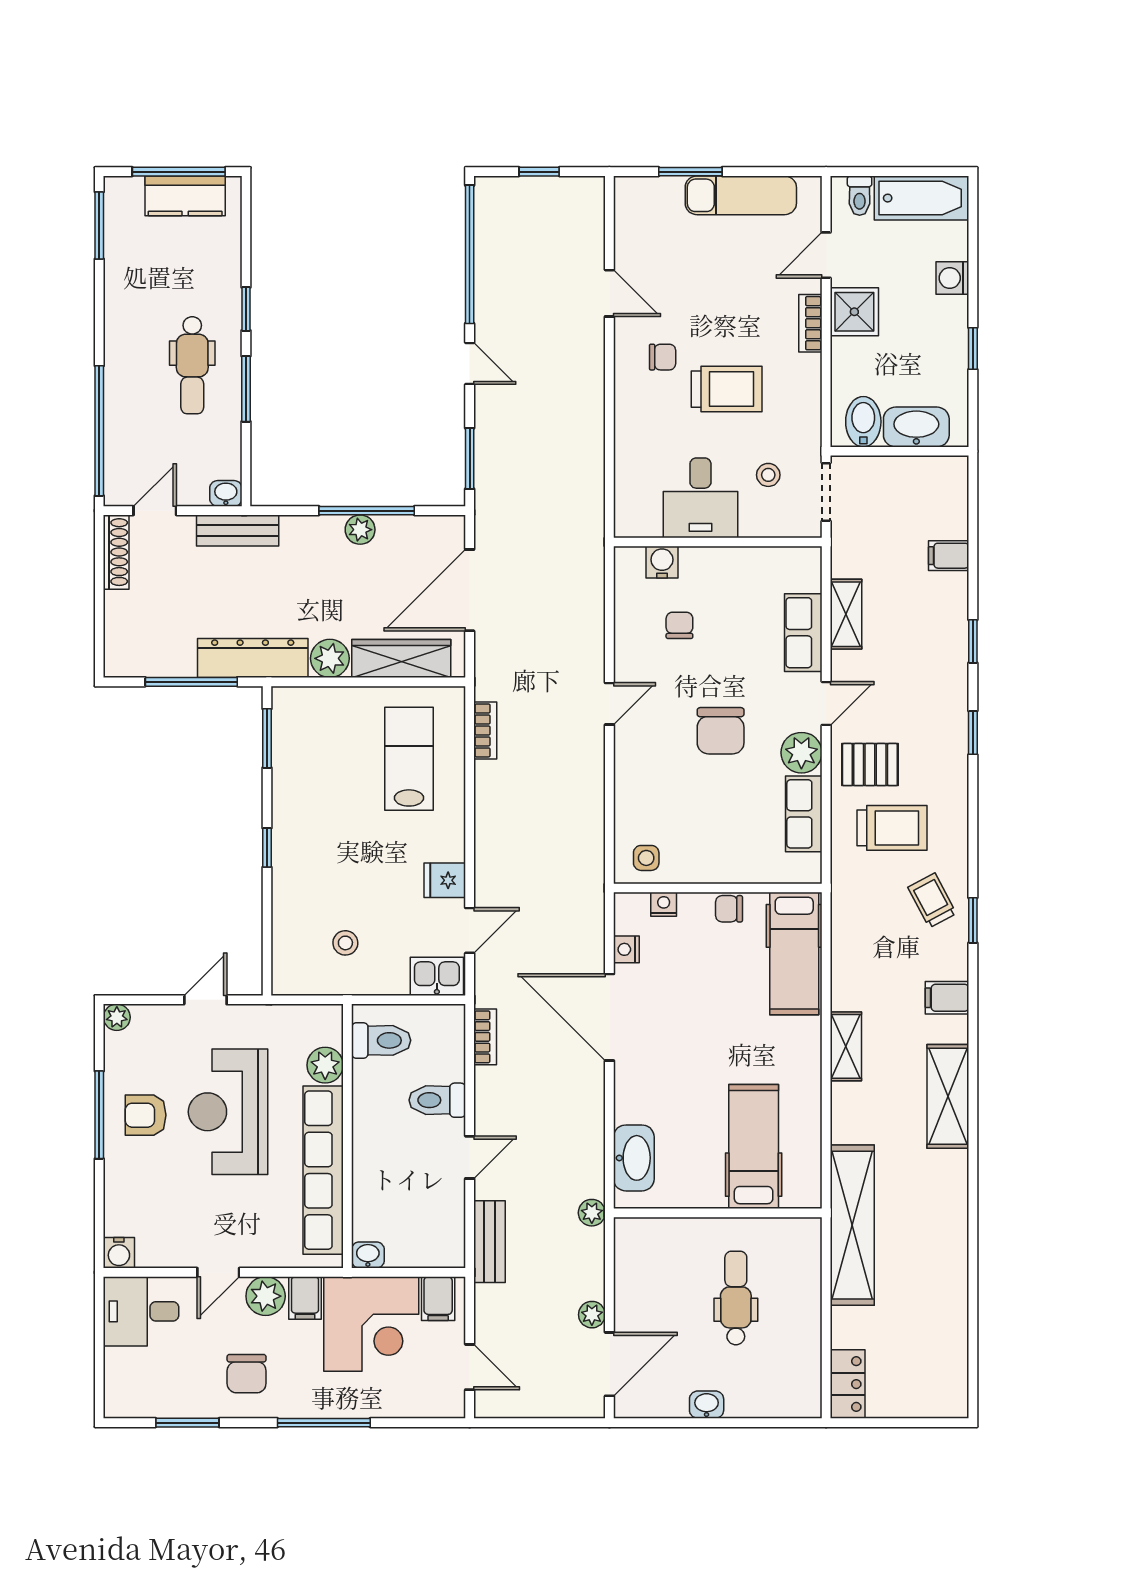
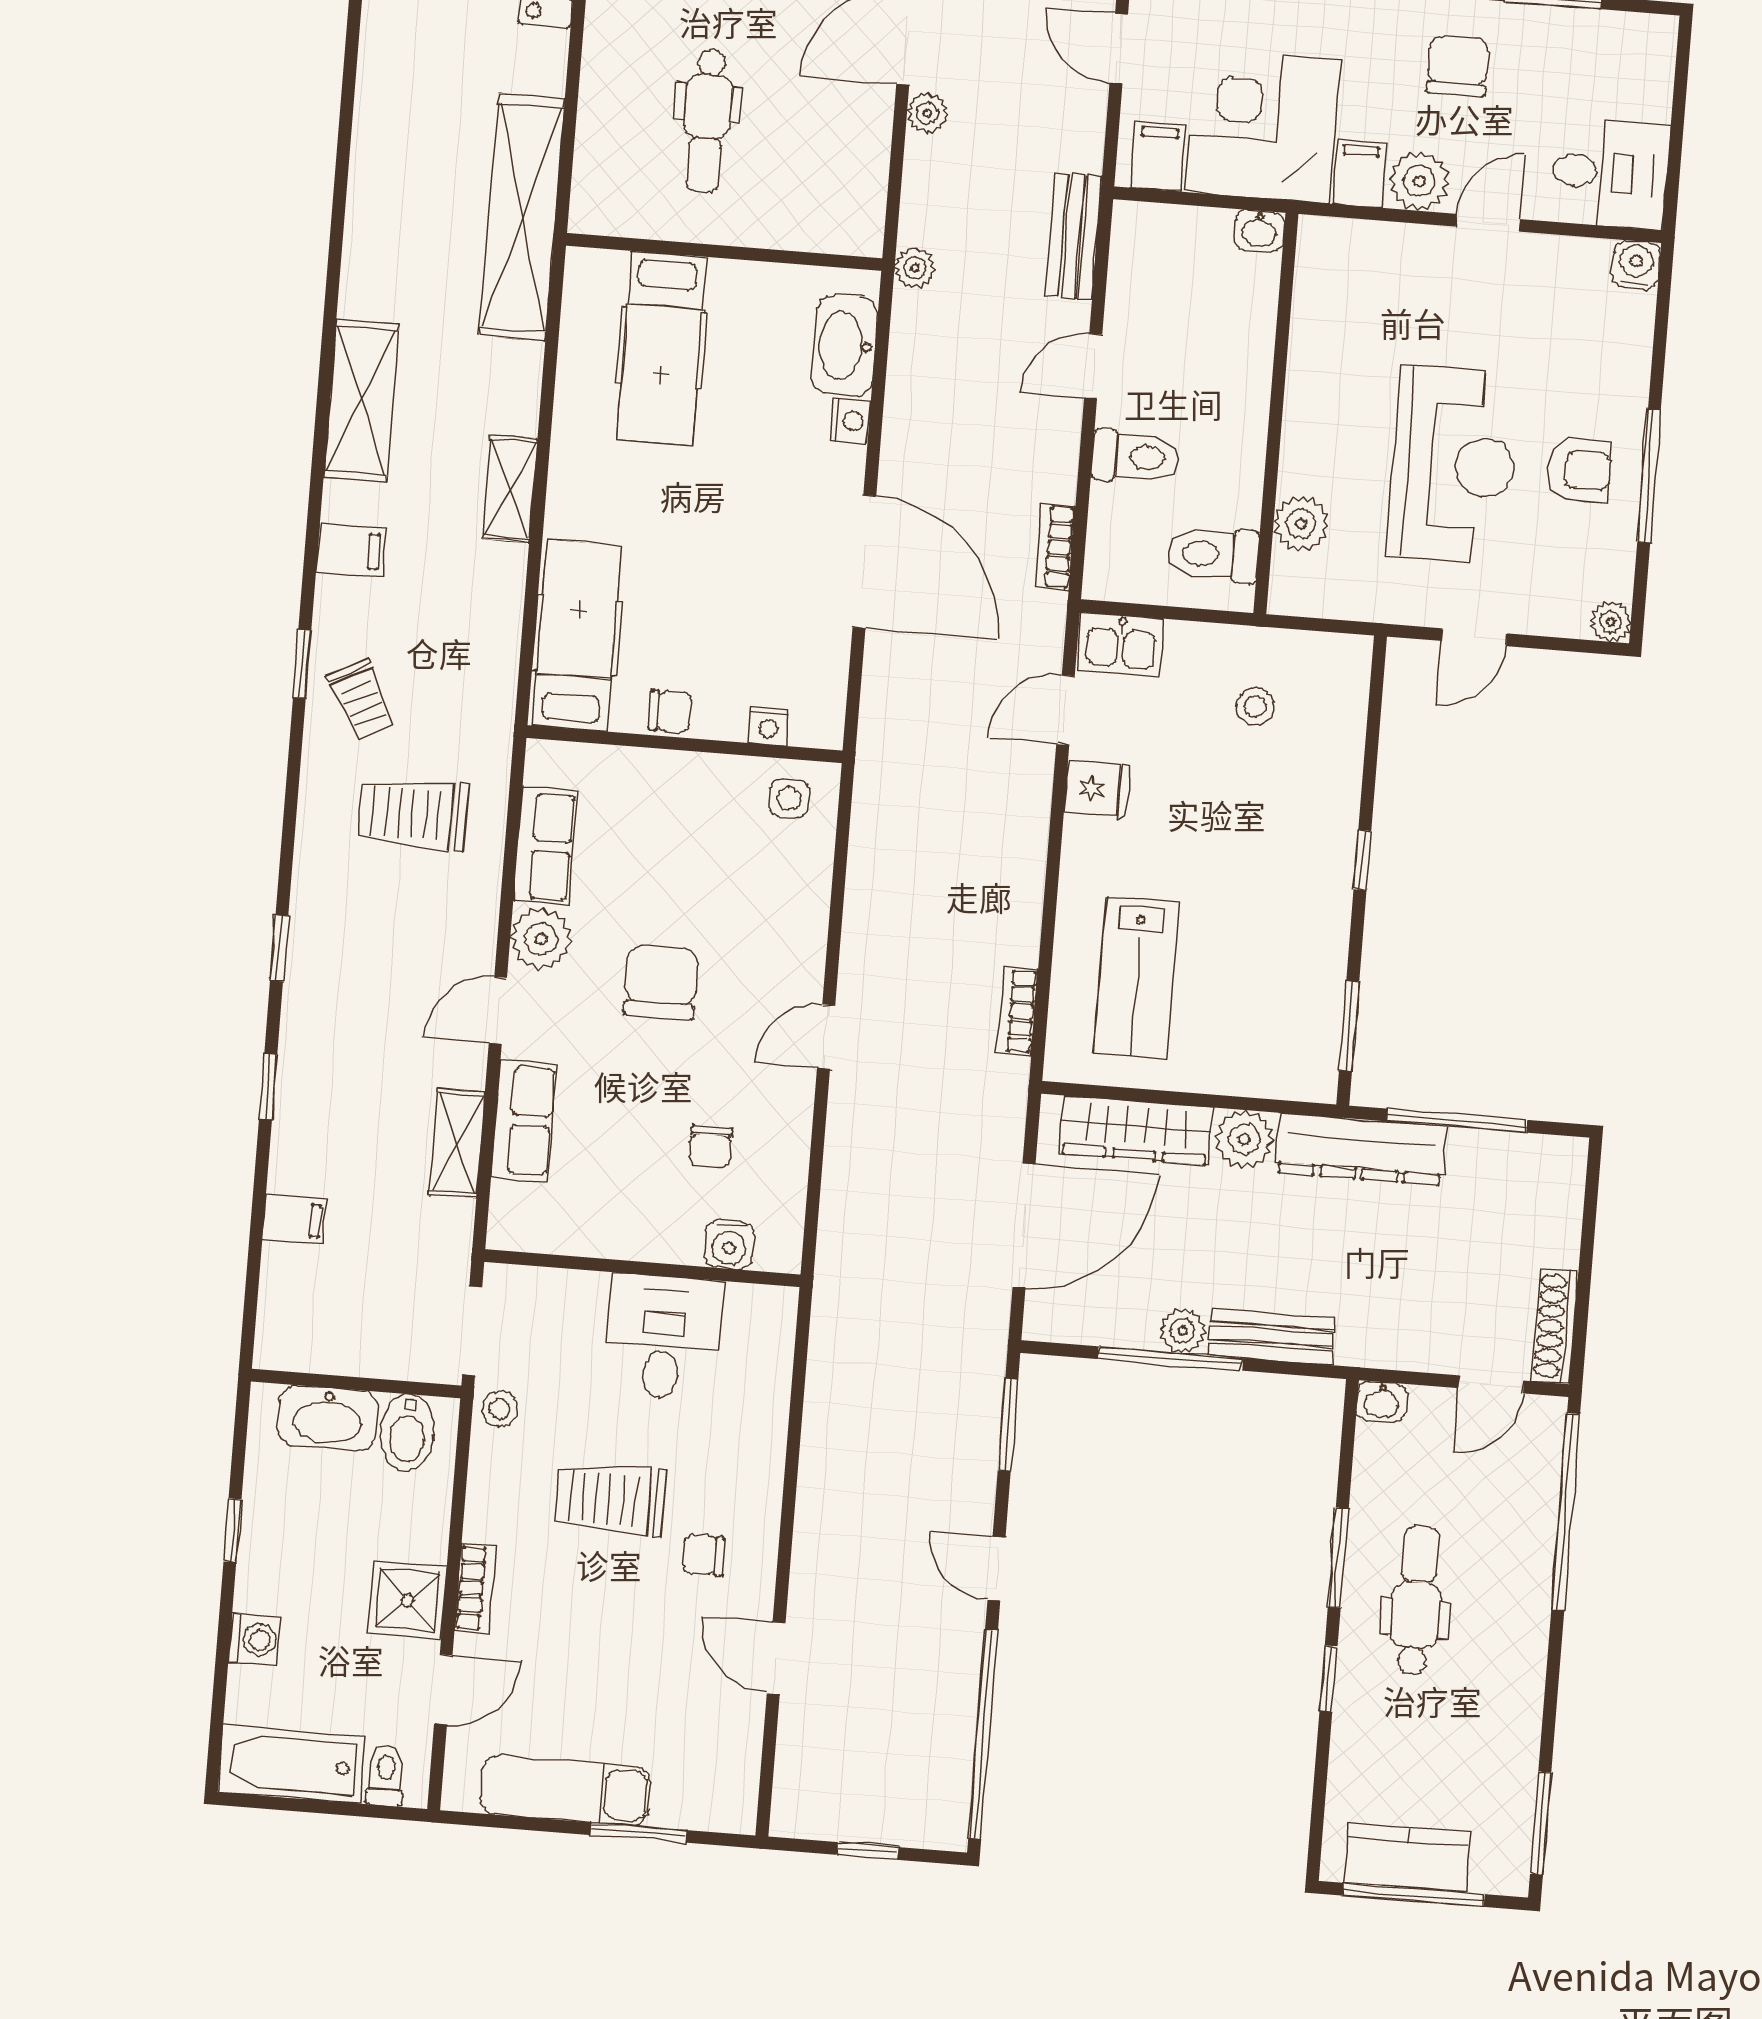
stool: (768, 475) -> (500, 1409), moved
bench: (238, 530) -> (1271, 1336), moved
pallet: (870, 765) -> (439, 913), removed
nightstand: (626, 949) -> (850, 421), moved
row of seats: (323, 1170) -> (1317, 365), removed

